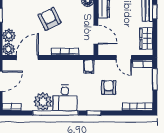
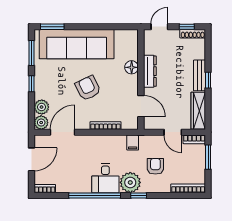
wardrobe: (146, 39) -> (198, 111), width x1.50
plant: (43, 102) -> (130, 182), moved

